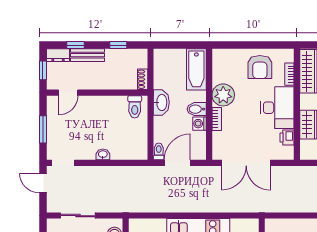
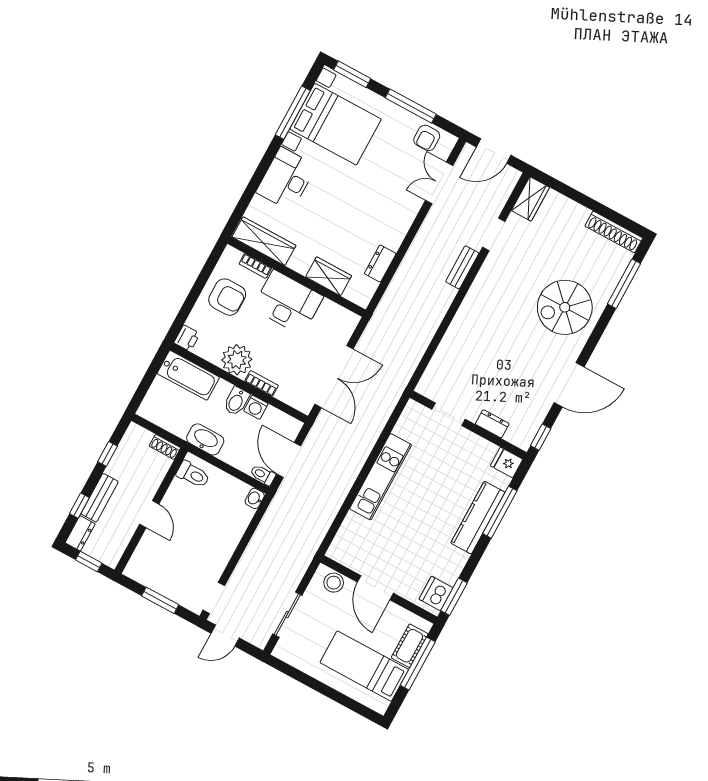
door: (68, 93) -> (149, 514), moved
printer: (287, 137) -> (187, 338), moved, turned -90
washbasin: (103, 154) -> (255, 498), moved

